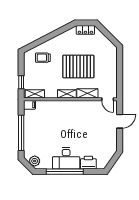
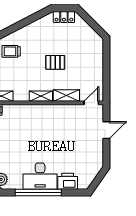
pallet: (78, 66) -> (55, 62), width x0.49, depth x0.50
door: (108, 99) -> (91, 103), swing flipped

